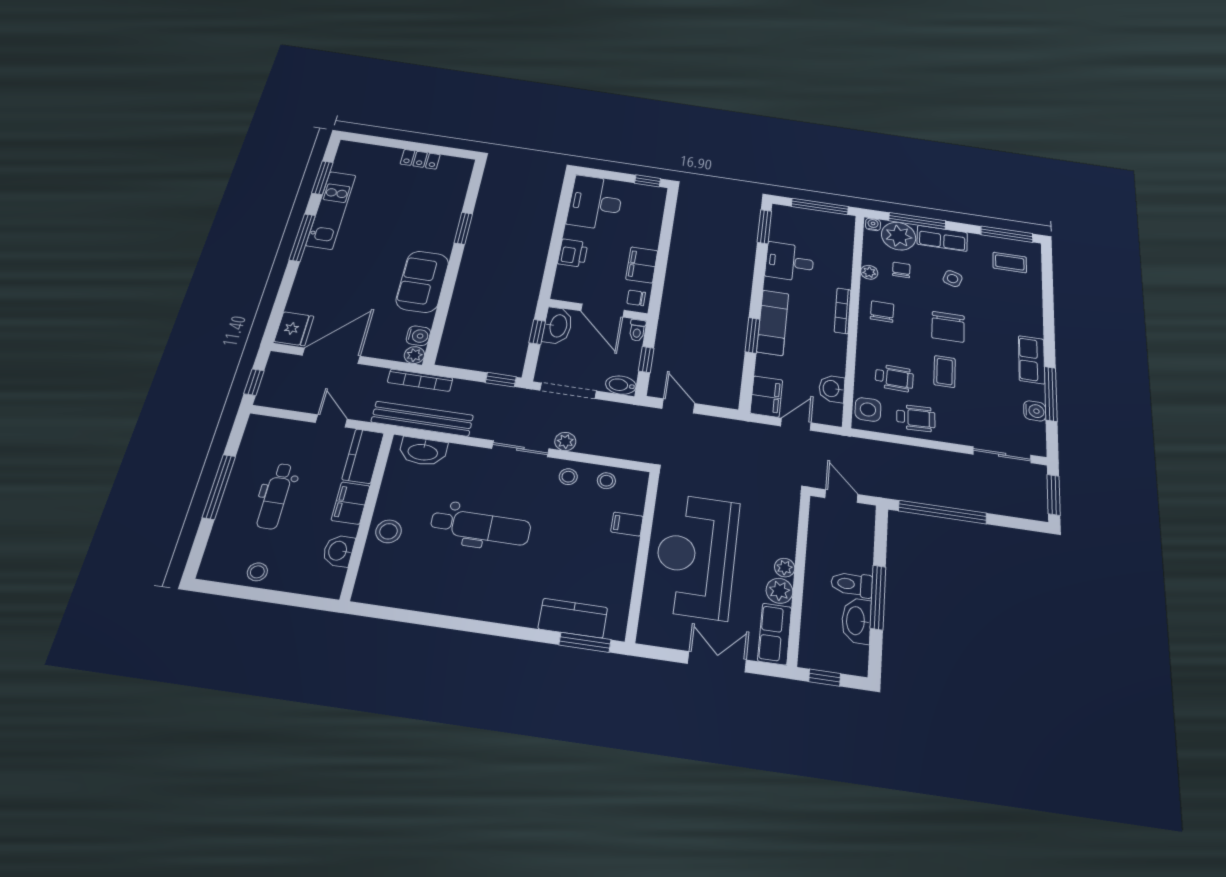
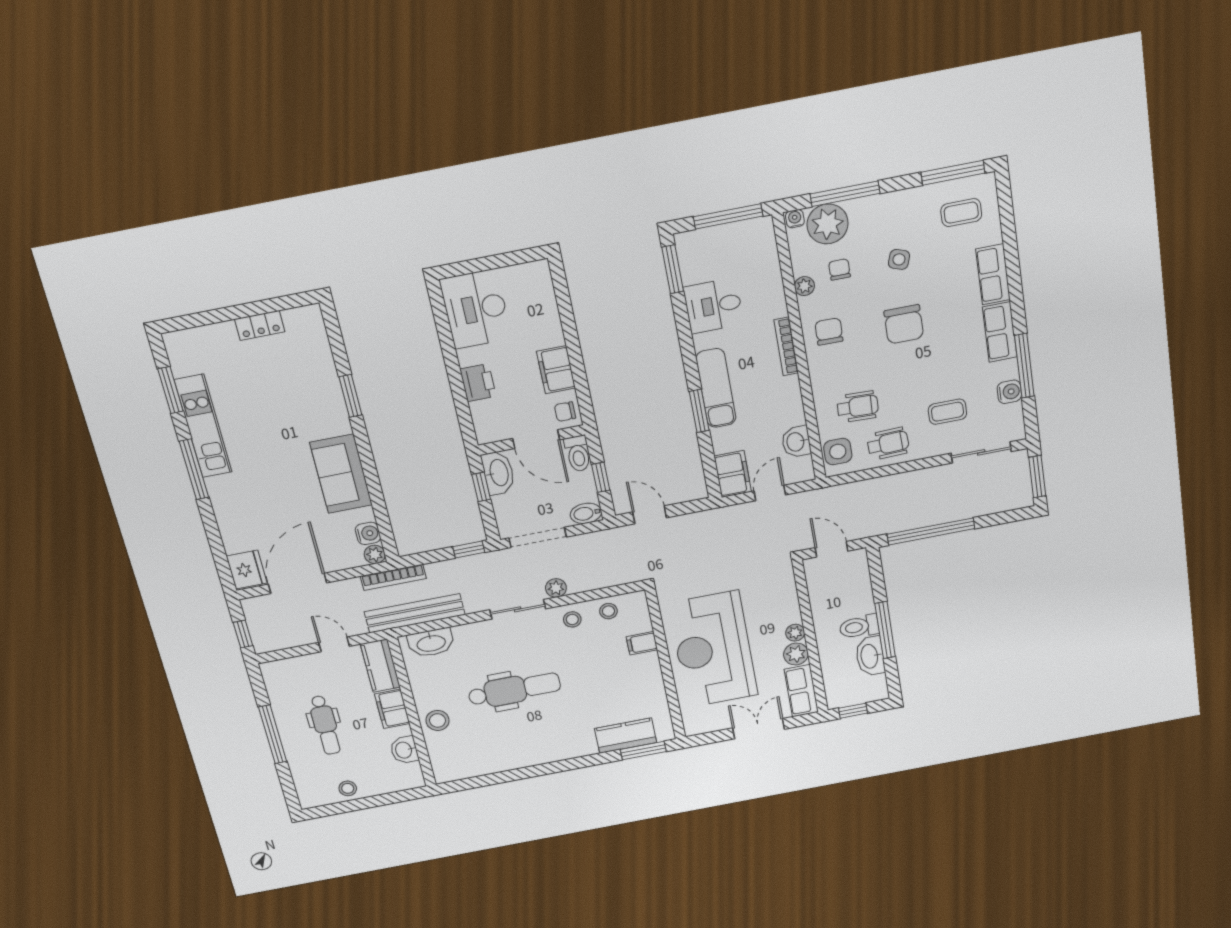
window: (648, 181) -> (522, 257), removed
row of seats: (942, 238) -> (993, 274), moved, turned 90
toilet: (637, 330) -> (578, 454), width x1.37, depth x1.39
coffee table: (945, 372) -> (947, 412), moved, turned 90

